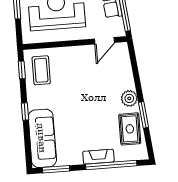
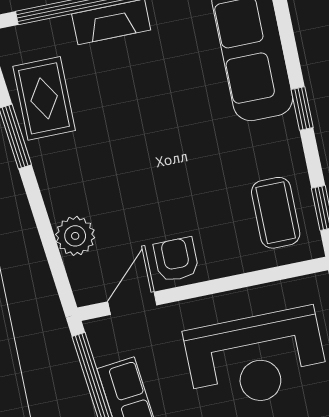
armchair: (84, 56) -> (176, 259), added
plant: (129, 98) -> (75, 236), moved

